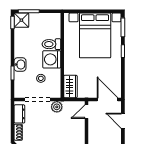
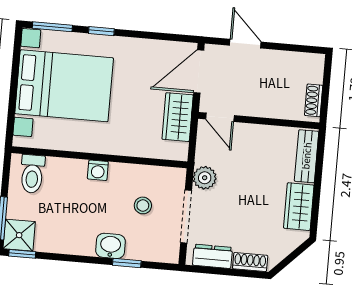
toilet: (51, 44) -> (32, 174), moved
washing machine: (52, 59) -> (98, 170), width x0.53, depth x0.53
wardrobe: (70, 87) -> (178, 117), moved, turned -90
door: (123, 121) -> (245, 44), swing flipped

